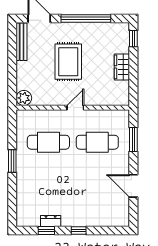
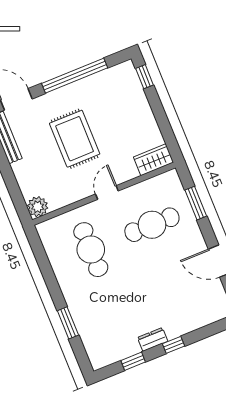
wardrobe: (122, 67) -> (153, 160), moved, turned 90
cafe table: (48, 142) -> (91, 250), turned 90
window: (12, 161) -> (68, 323), moved
dresser: (51, 221) -> (153, 339), moved

